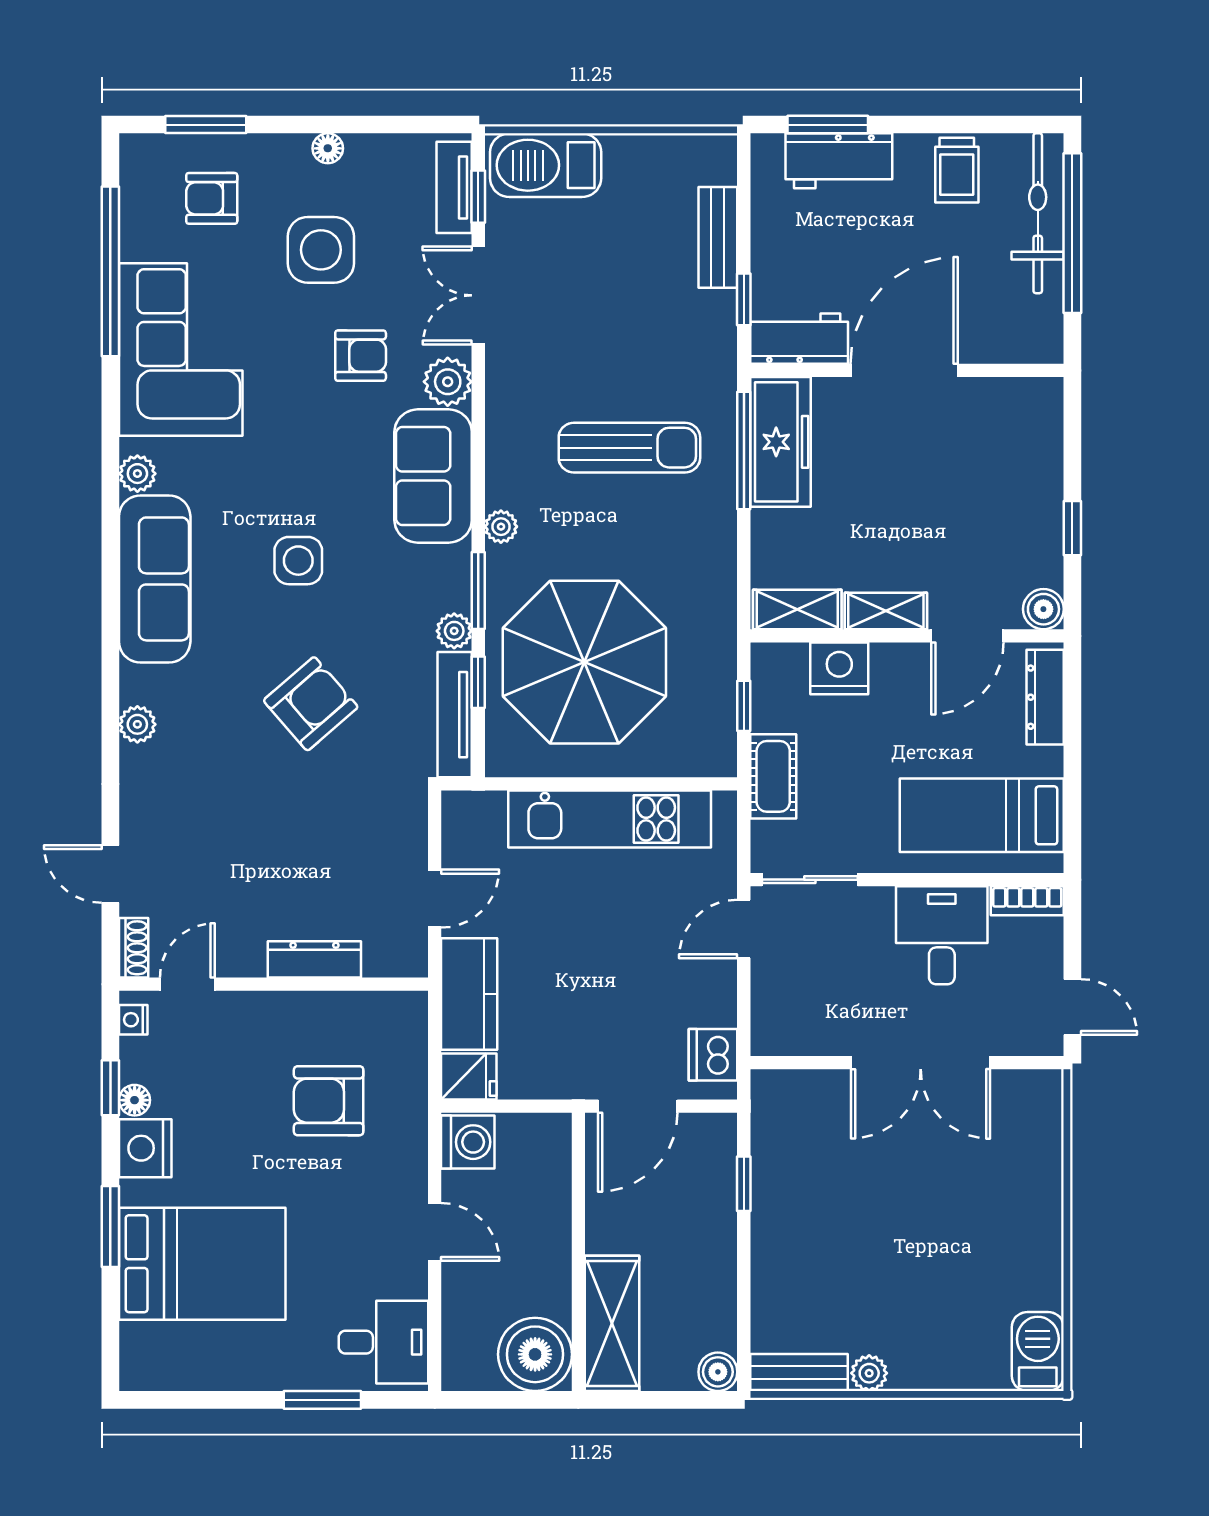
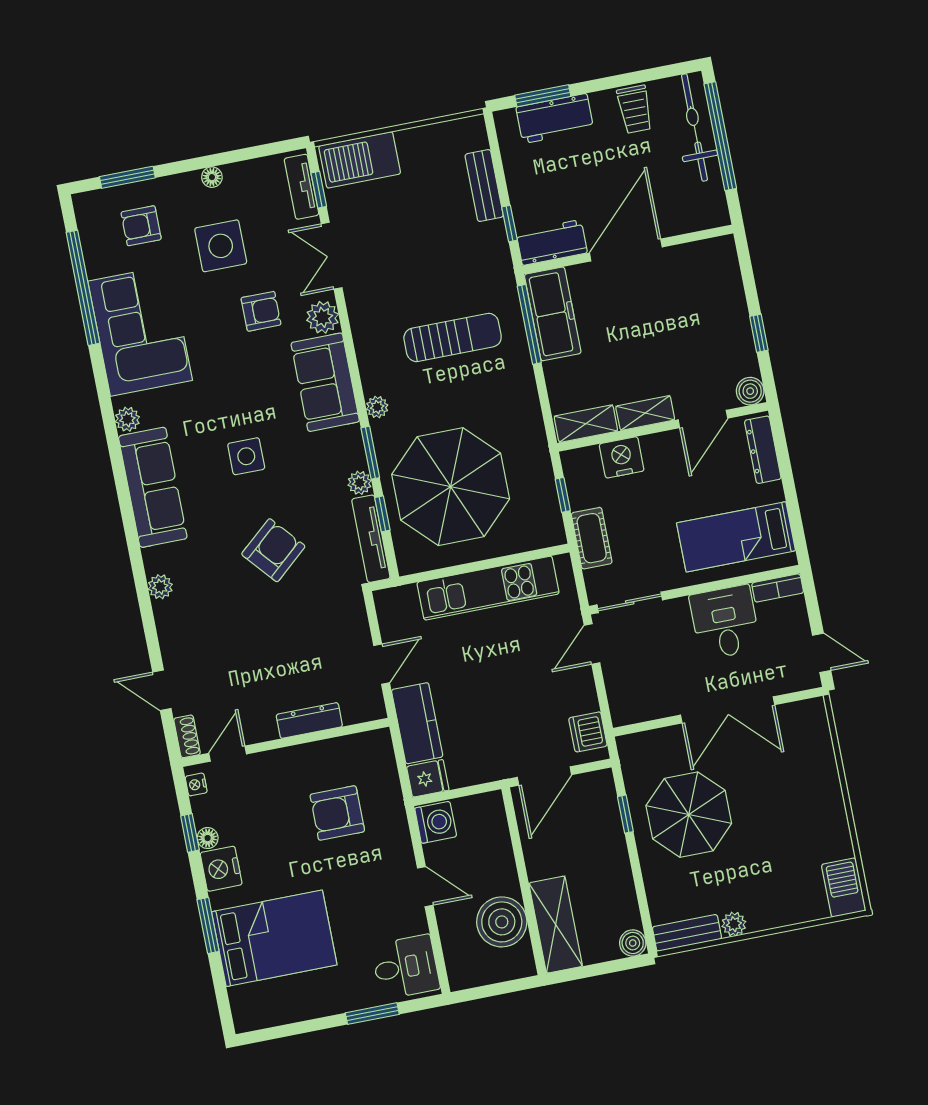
parasol: (835, 1203) -> (689, 815), added
boiler: (535, 1354) -> (502, 922), moved

